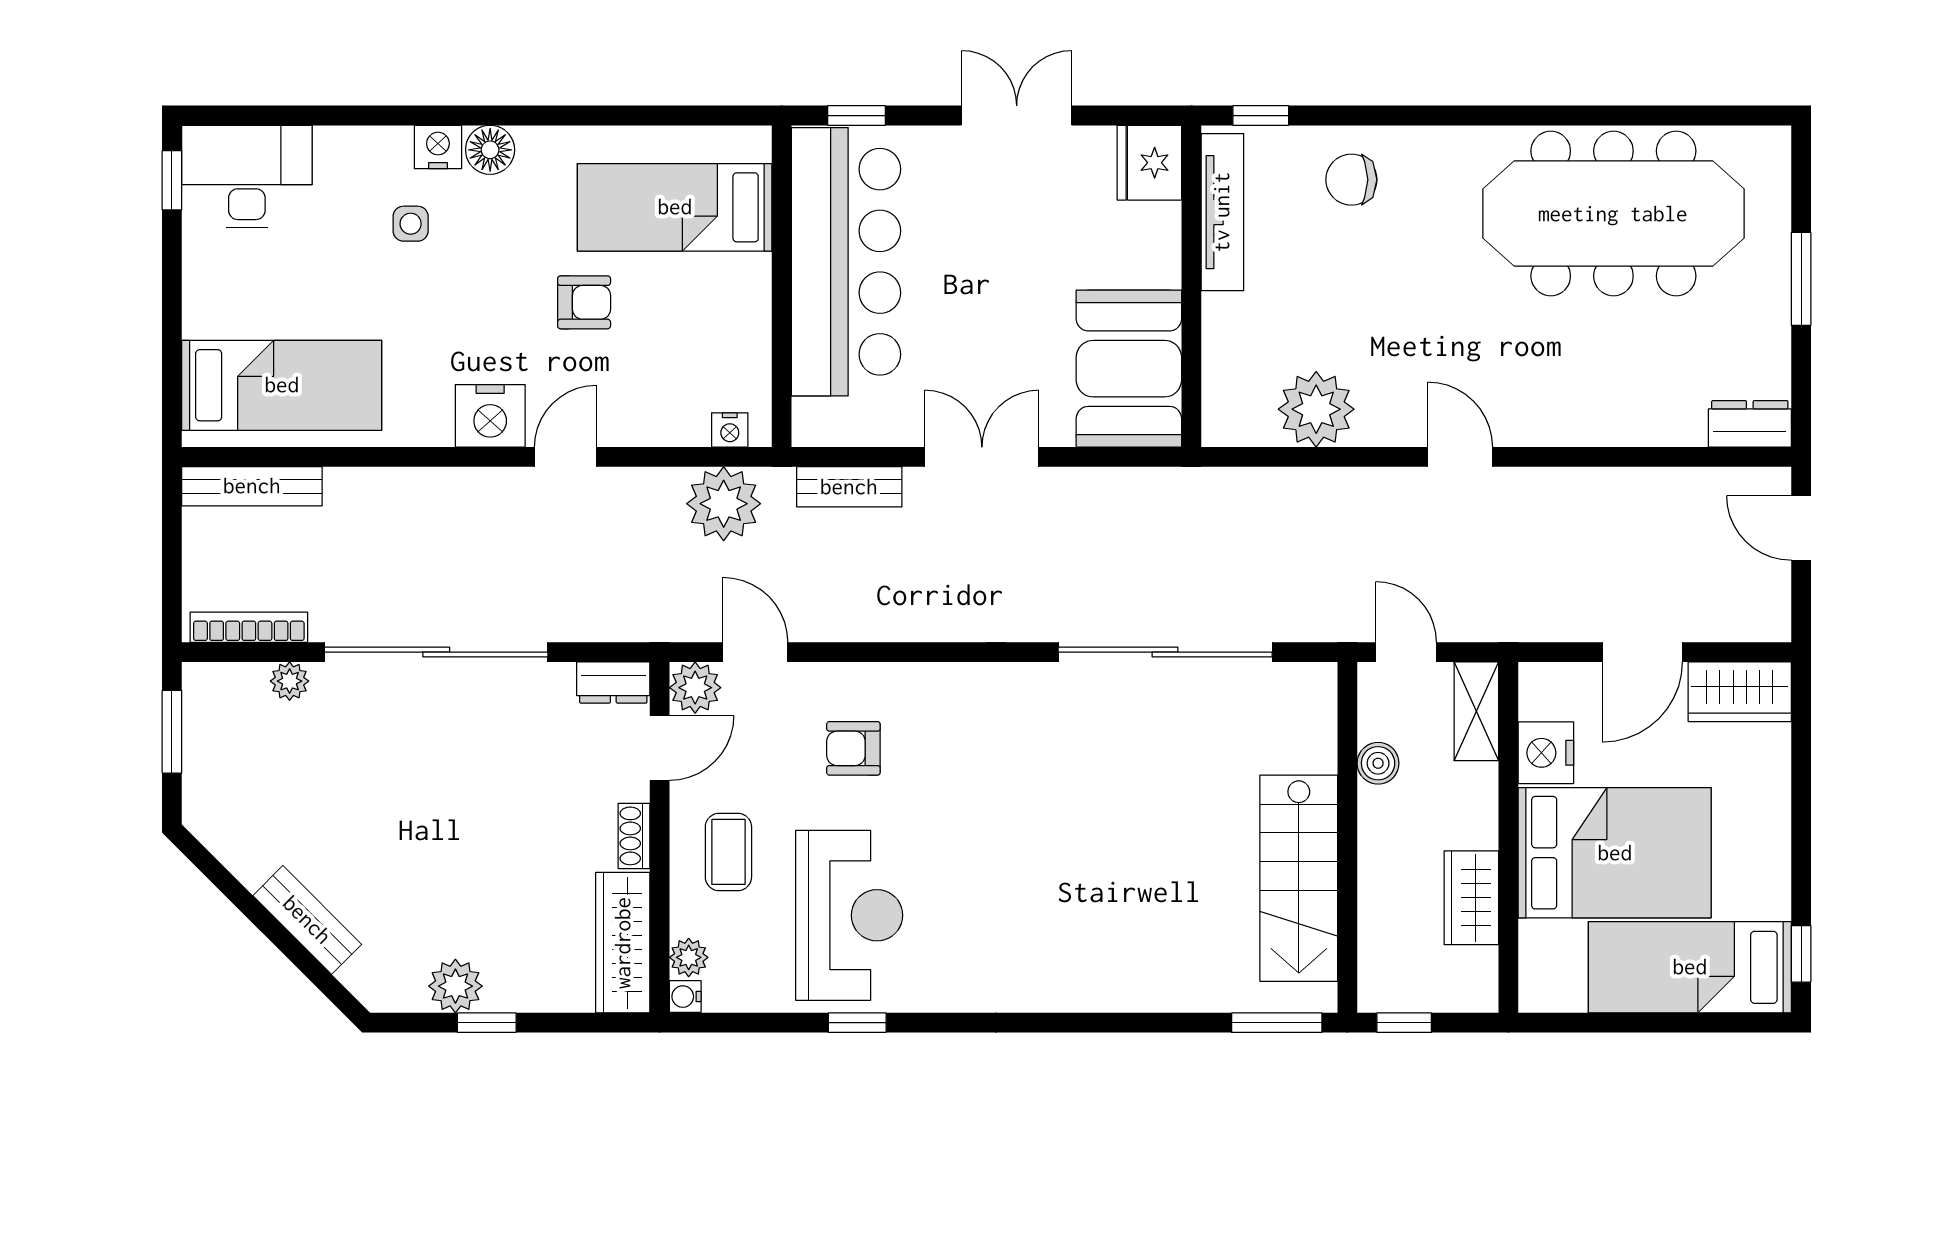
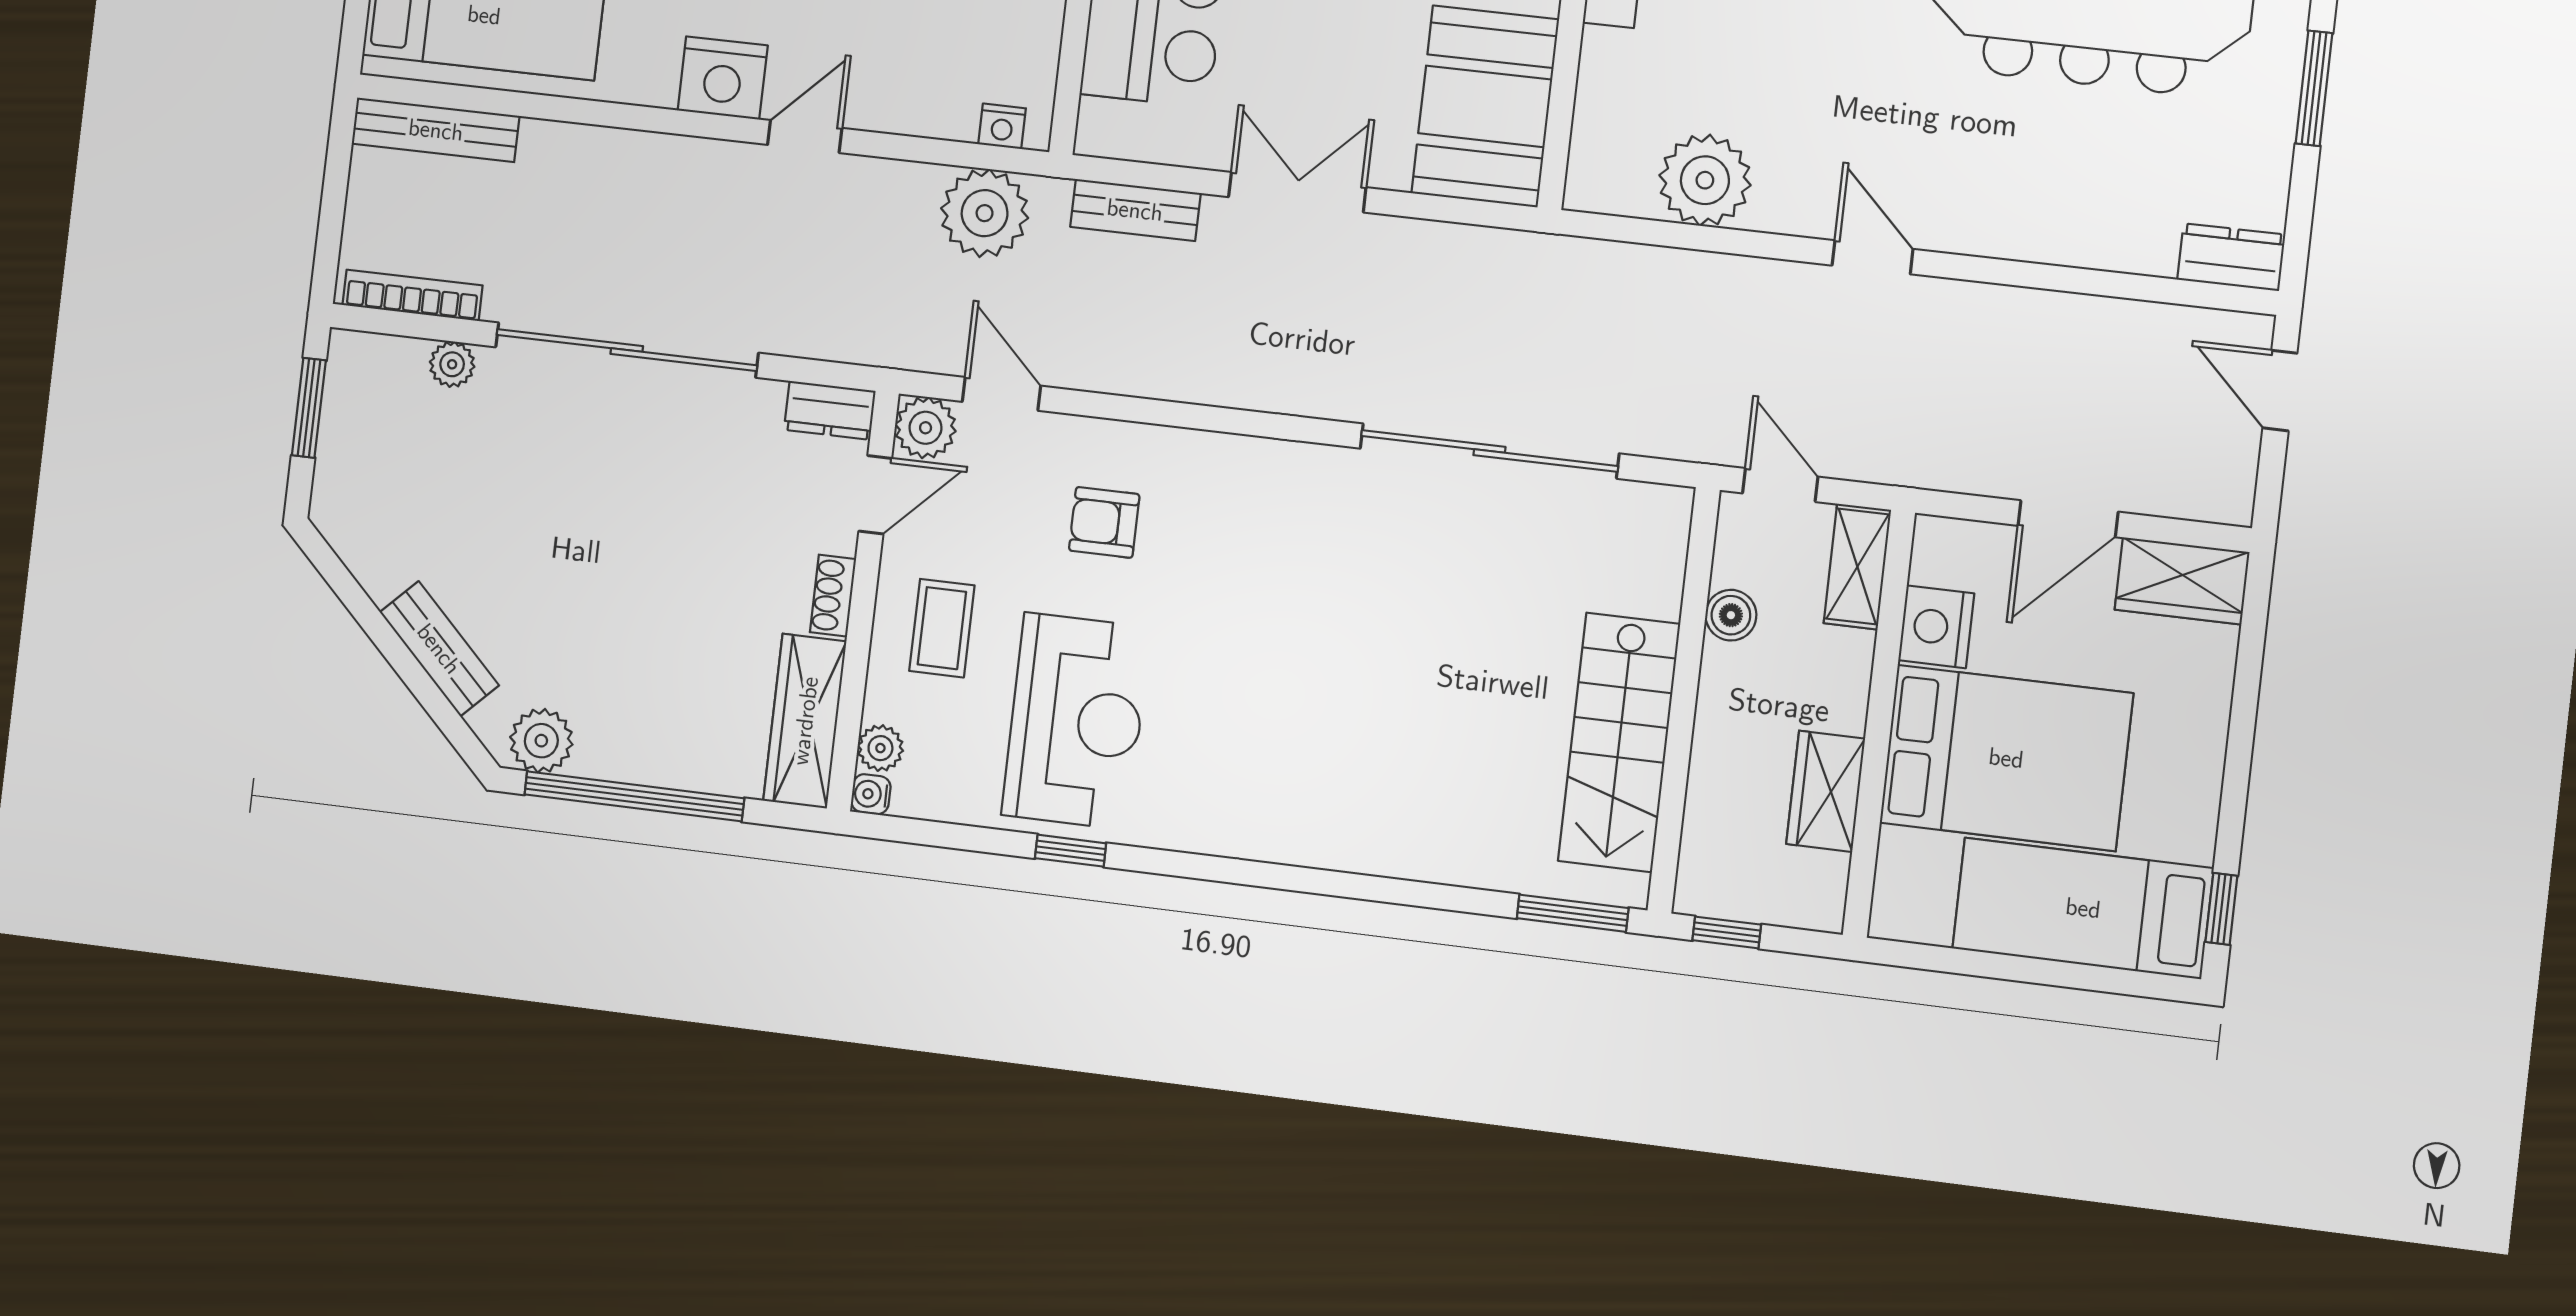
plant: (455, 986) -> (541, 741), moved
window: (487, 1023) -> (634, 796), width x3.17

